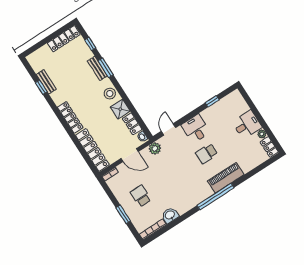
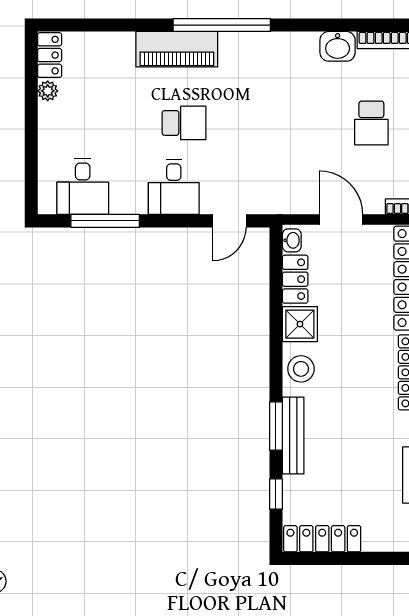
bench: (97, 68) -> (293, 436), width x1.36
window: (212, 101) -> (105, 221), width x2.17
desk: (247, 125) -> (83, 187), moved, turned -90
plant: (155, 148) -> (282, 200), removed

